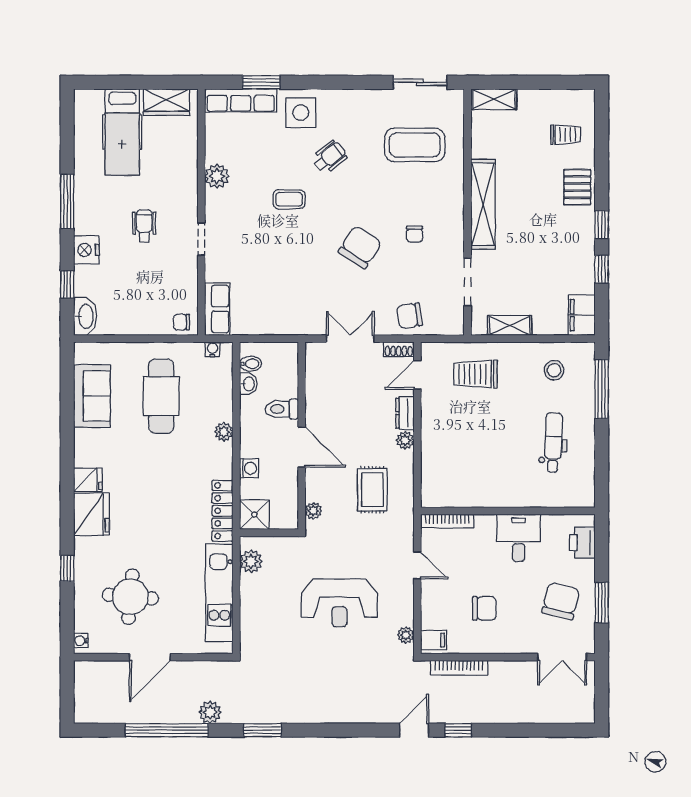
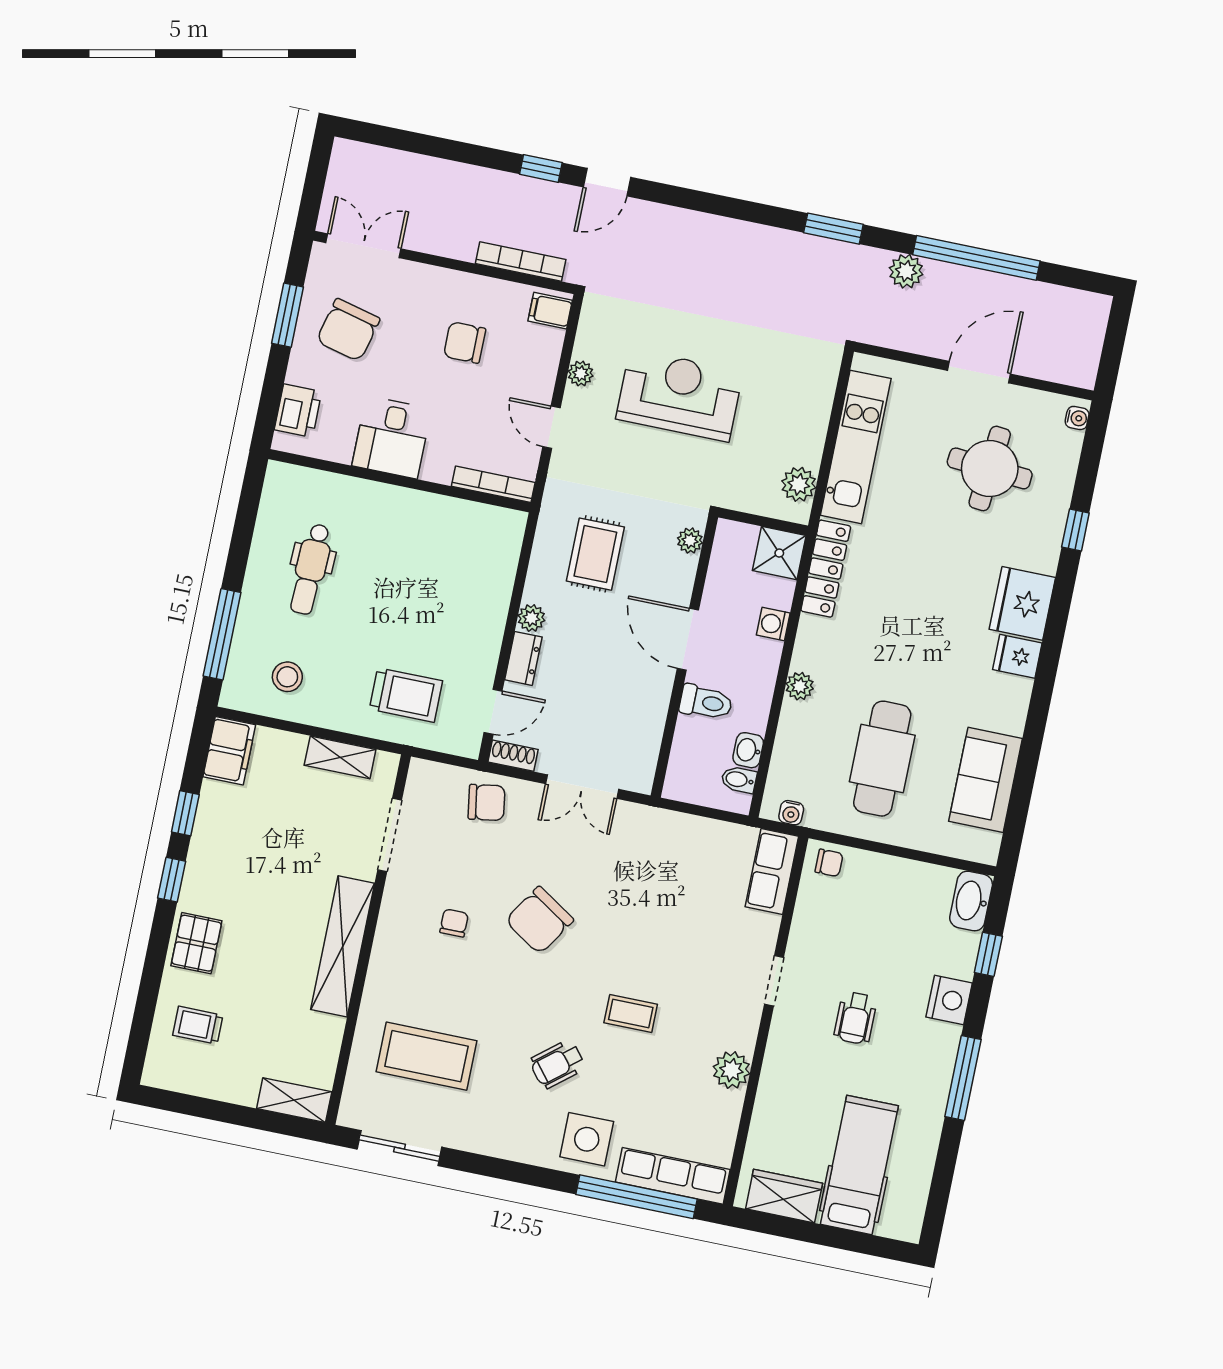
window: (261, 82) -> (637, 1197), width x2.11
plant: (406, 635) -> (581, 373), moved

